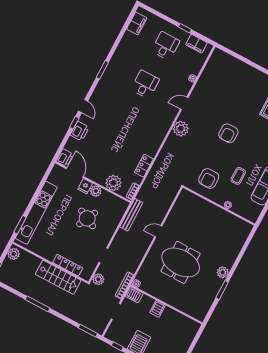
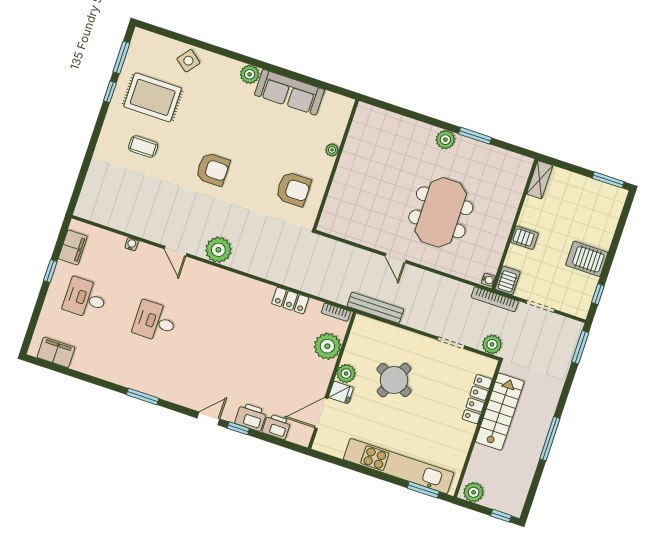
printer: (65, 158) -> (276, 427), moved
coffee table: (238, 176) -> (143, 147), moved
shelving: (190, 323) -> (540, 180), added

